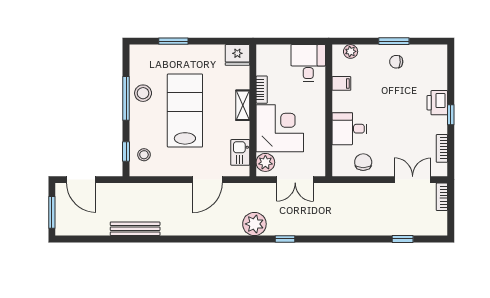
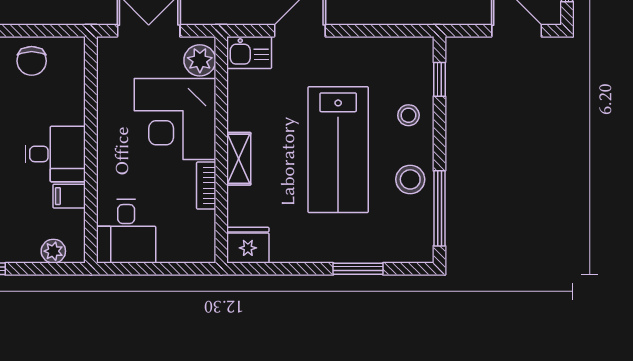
window: (126, 98) -> (439, 208), moved
desk: (350, 129) -> (55, 154), moved
kitchen sink: (240, 152) -> (249, 53), moved, turned 90
stool: (144, 155) -> (408, 115), moved

